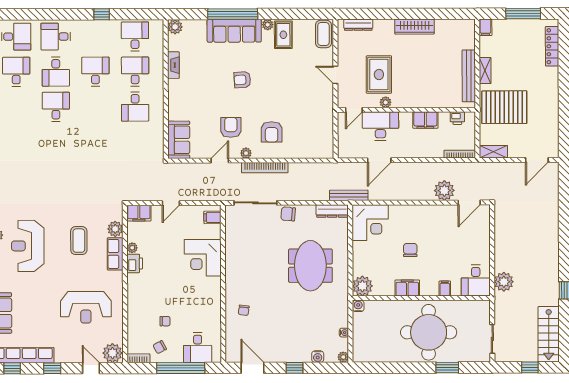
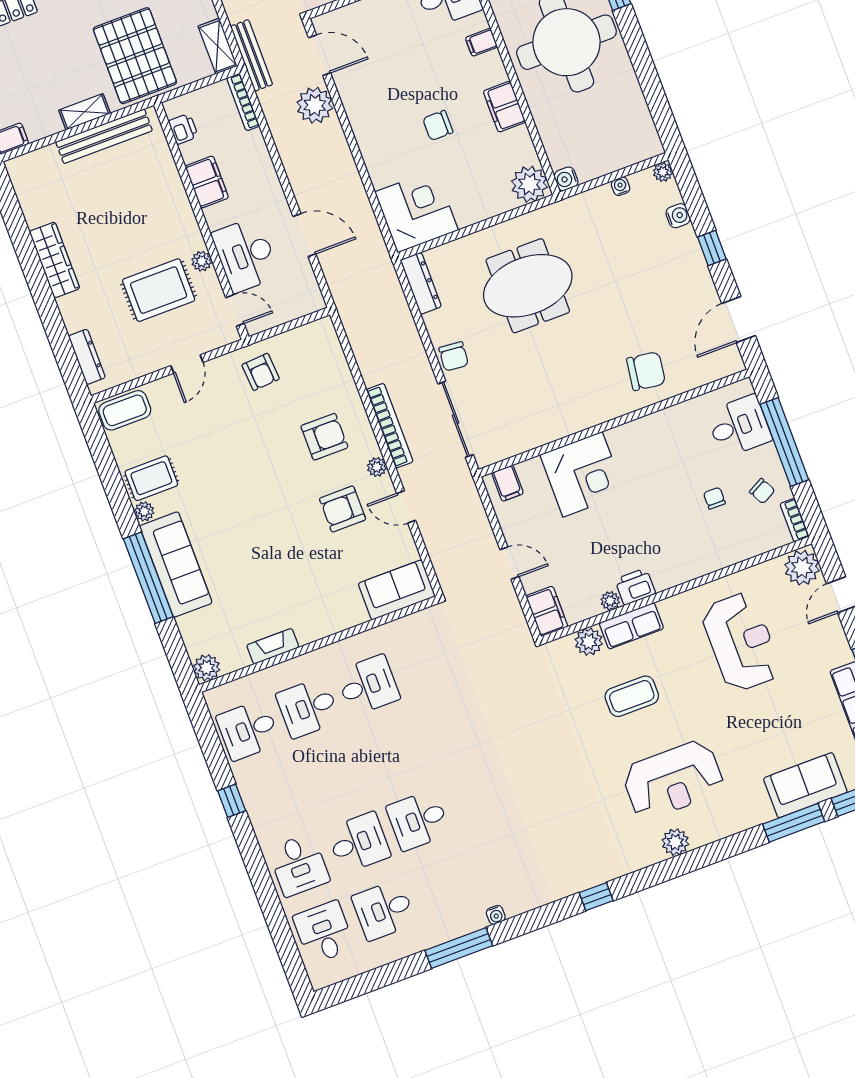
desk: (95, 72) -> (333, 775), removed
armchair: (242, 80) -> (261, 372), moved
bench: (349, 195) -> (251, 55), moved
chair: (244, 310) -> (646, 371), width x1.87, depth x1.87

